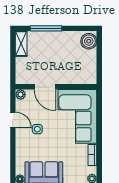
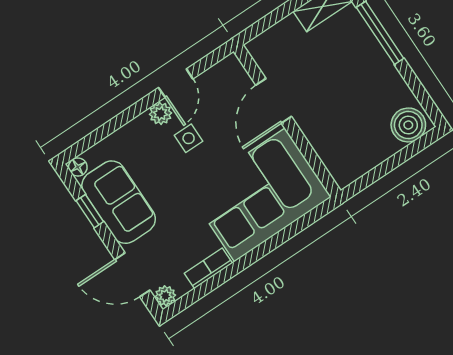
plant: (21, 95) -> (160, 114), moved

